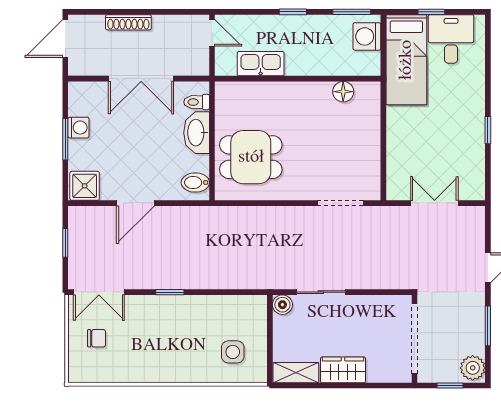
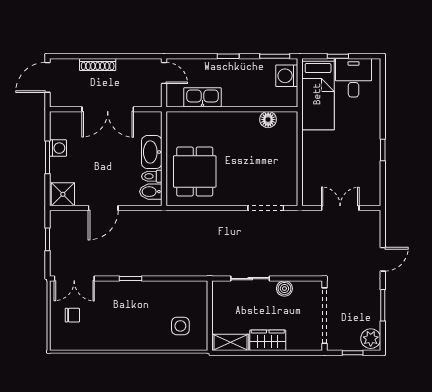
toilet: (197, 102) -> (152, 176), moved
dining table: (251, 157) -> (195, 171), turned 90
boiler: (282, 305) -> (284, 289), moved

